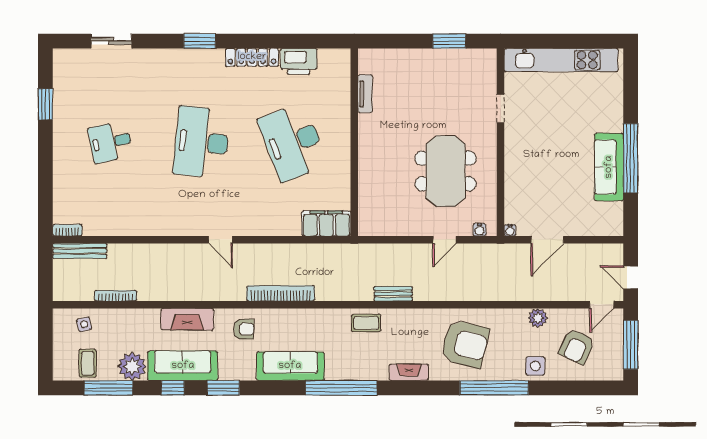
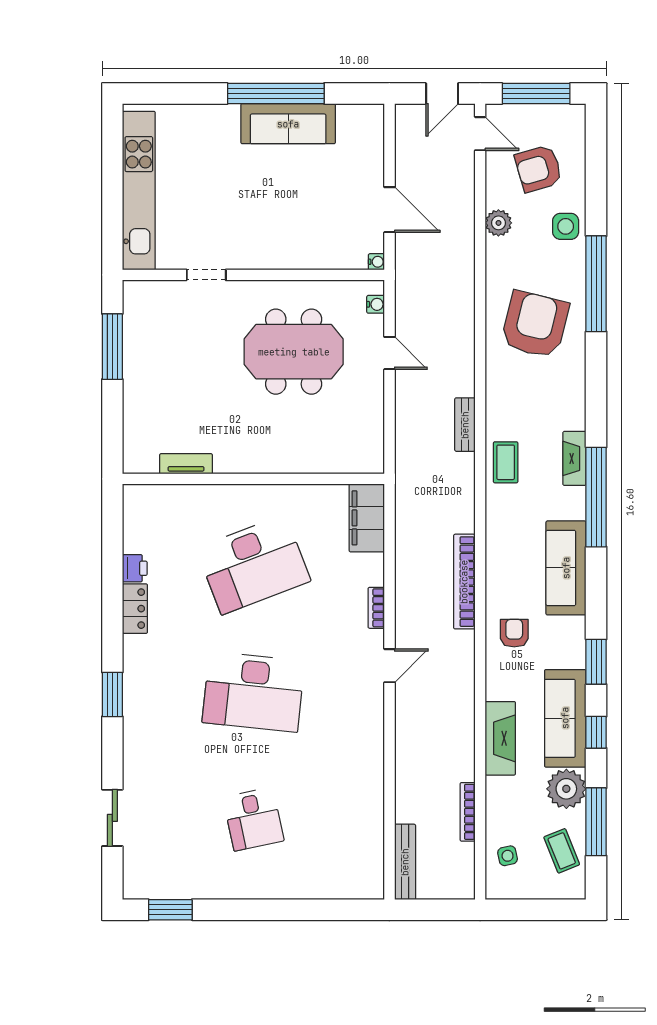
window: (449, 41) -> (112, 347), width x1.44
locker: (252, 57) -> (135, 609), width x0.66
printer: (299, 61) -> (135, 568), width x0.53, depth x0.68
window: (45, 104) -> (170, 910), moved
bookcase: (67, 230) -> (376, 608), moved
fireplace: (187, 319) -> (500, 738), moved
armchair: (577, 347) -> (539, 169), turned 139
coffee table: (88, 363) -> (562, 851), turned 68
fireplace: (409, 372) -> (574, 458), moved

